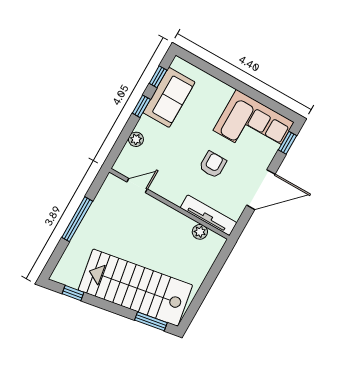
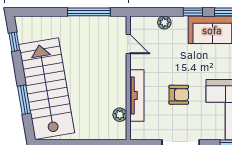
tv unit: (208, 215) -> (137, 95), moved
window: (77, 219) -> (89, 12), moved
window: (151, 321) -> (24, 100), moved

